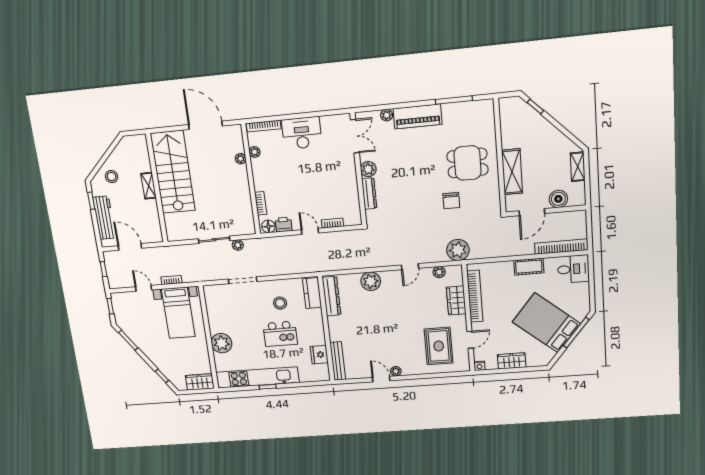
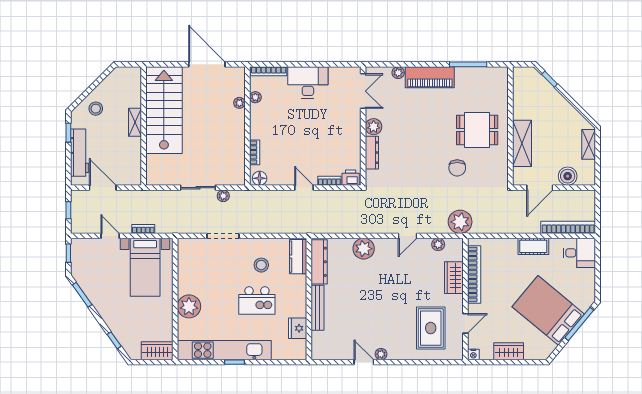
printer: (284, 225) -> (351, 178), moved
bench: (338, 361) -> (318, 308), moved

